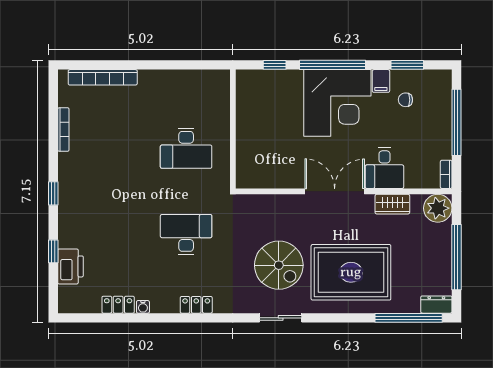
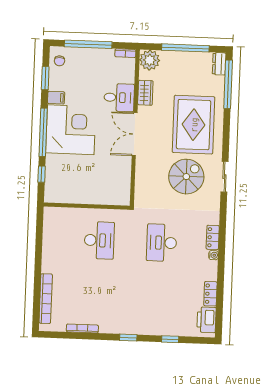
chair: (405, 100) -> (60, 61), moved
printer: (70, 266) -> (206, 320), moved, turned -90
water cooler: (143, 307) -> (214, 255), moved

